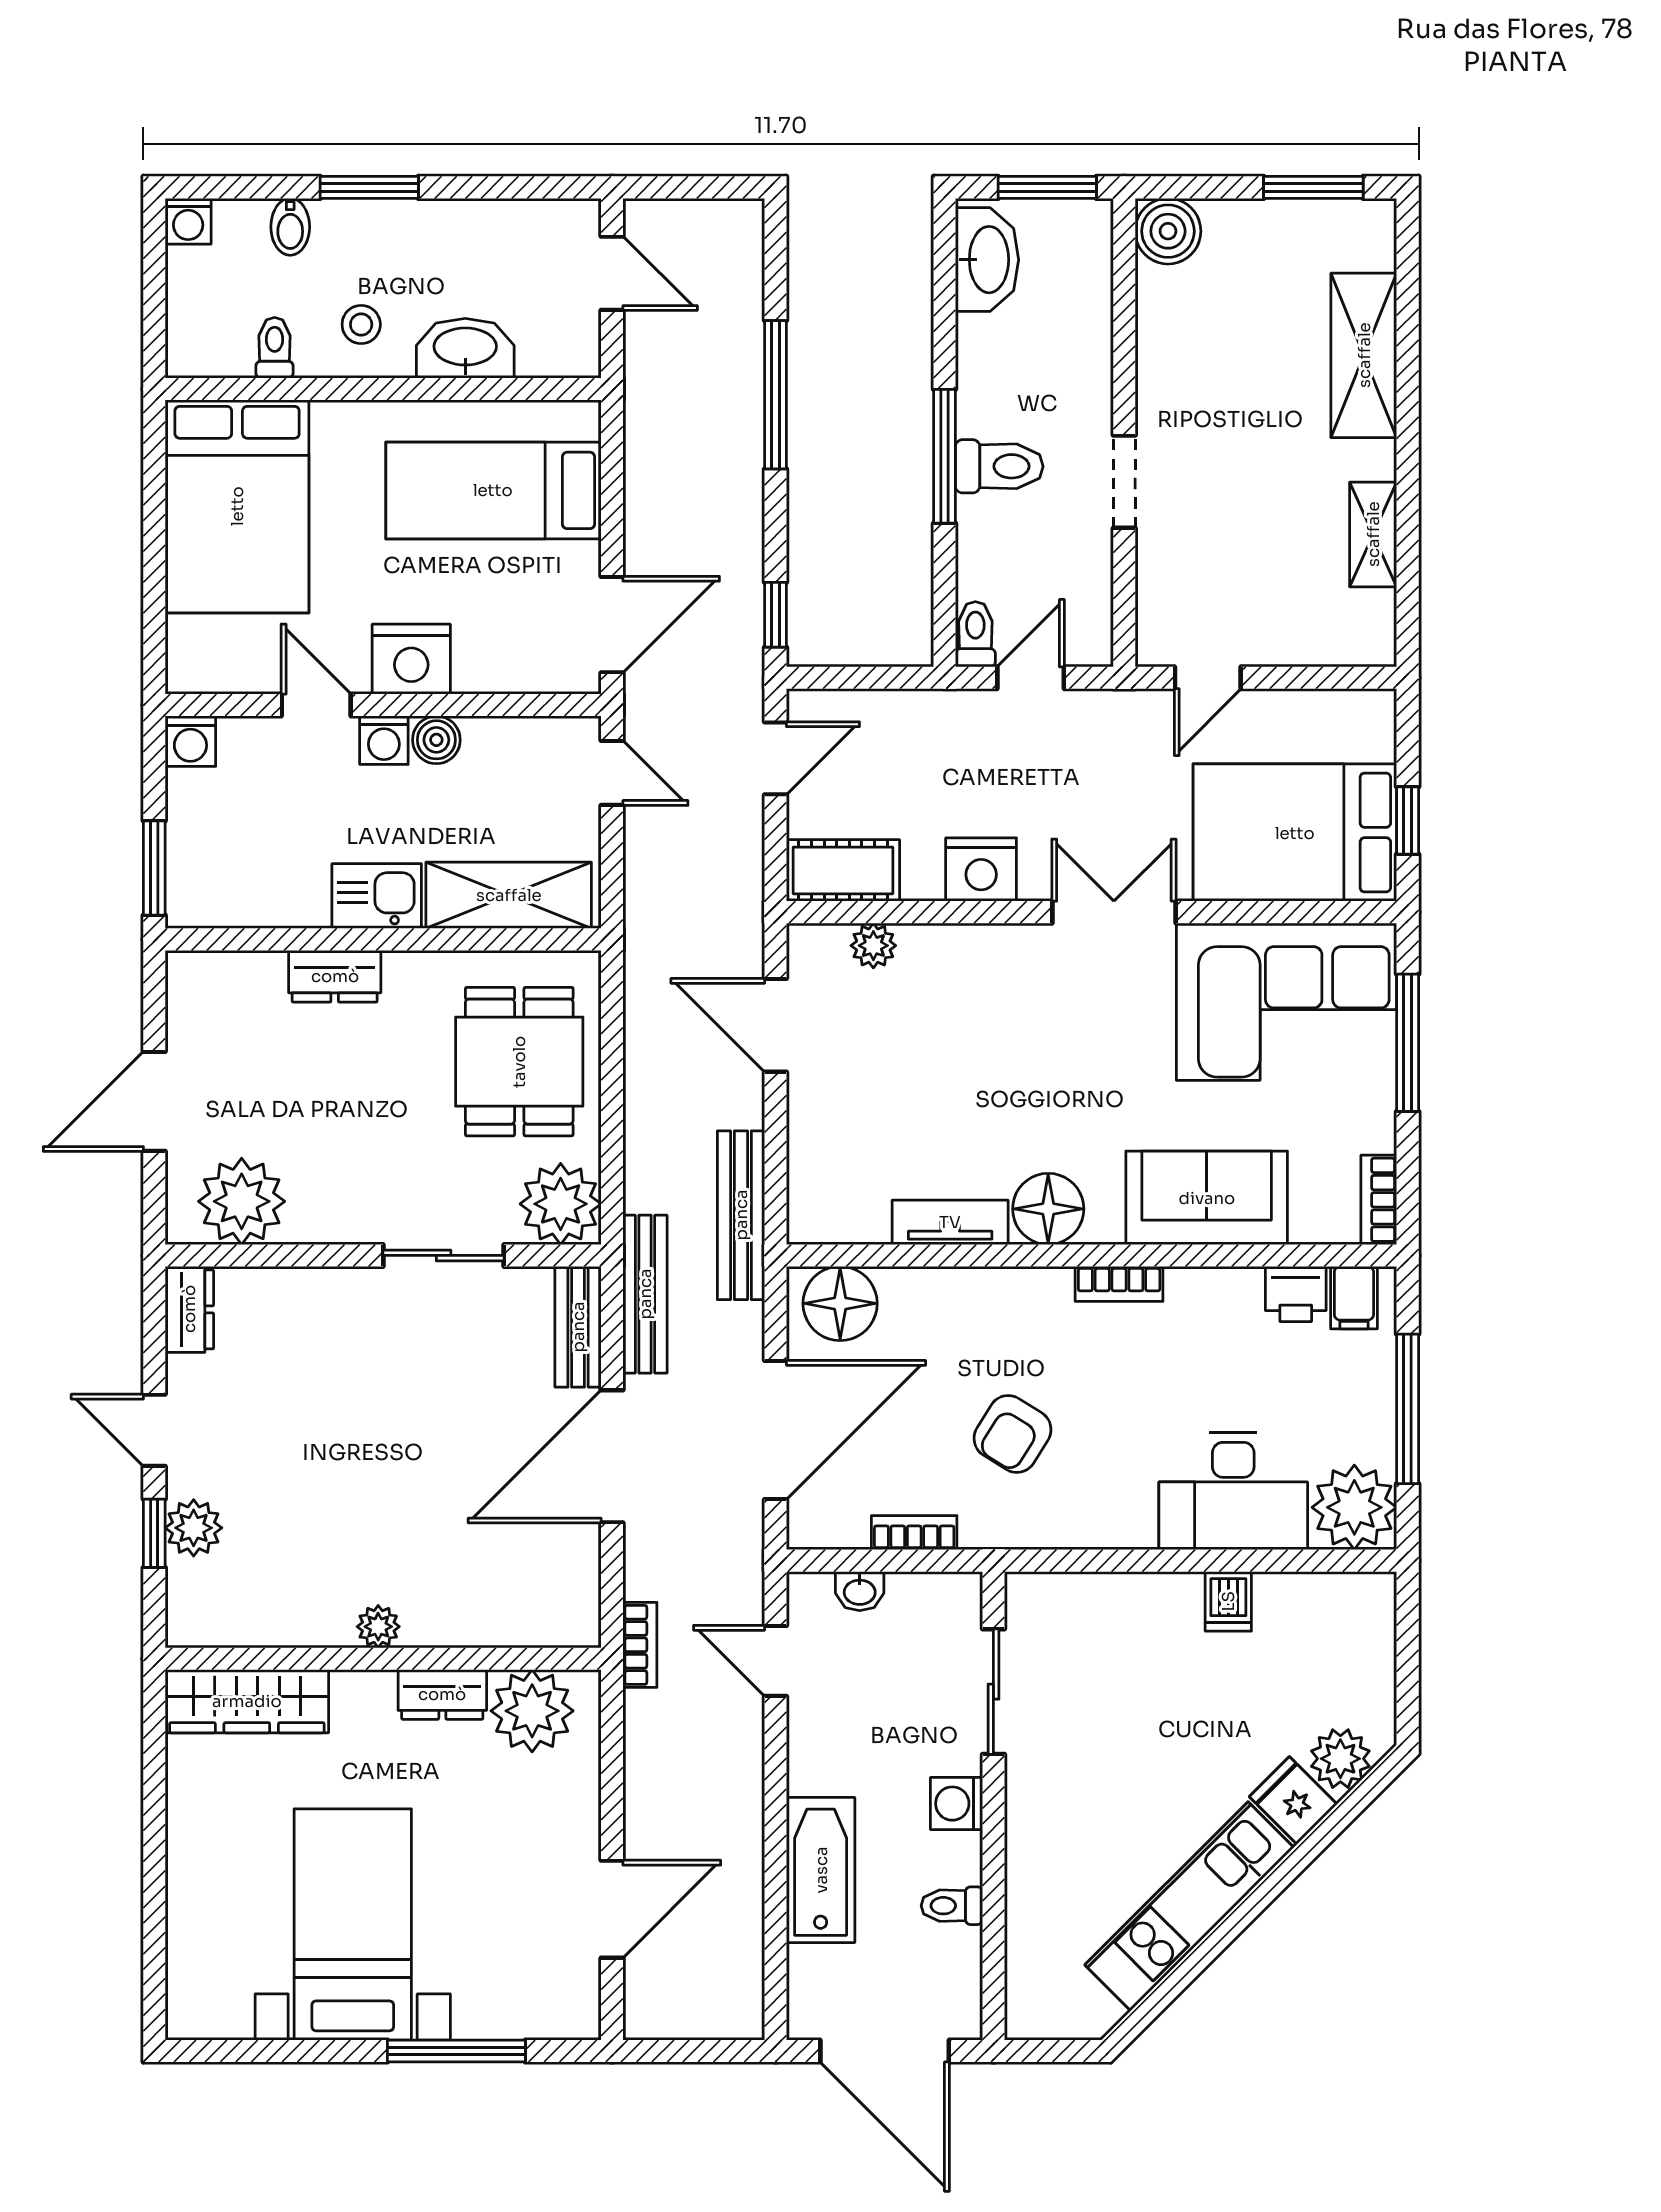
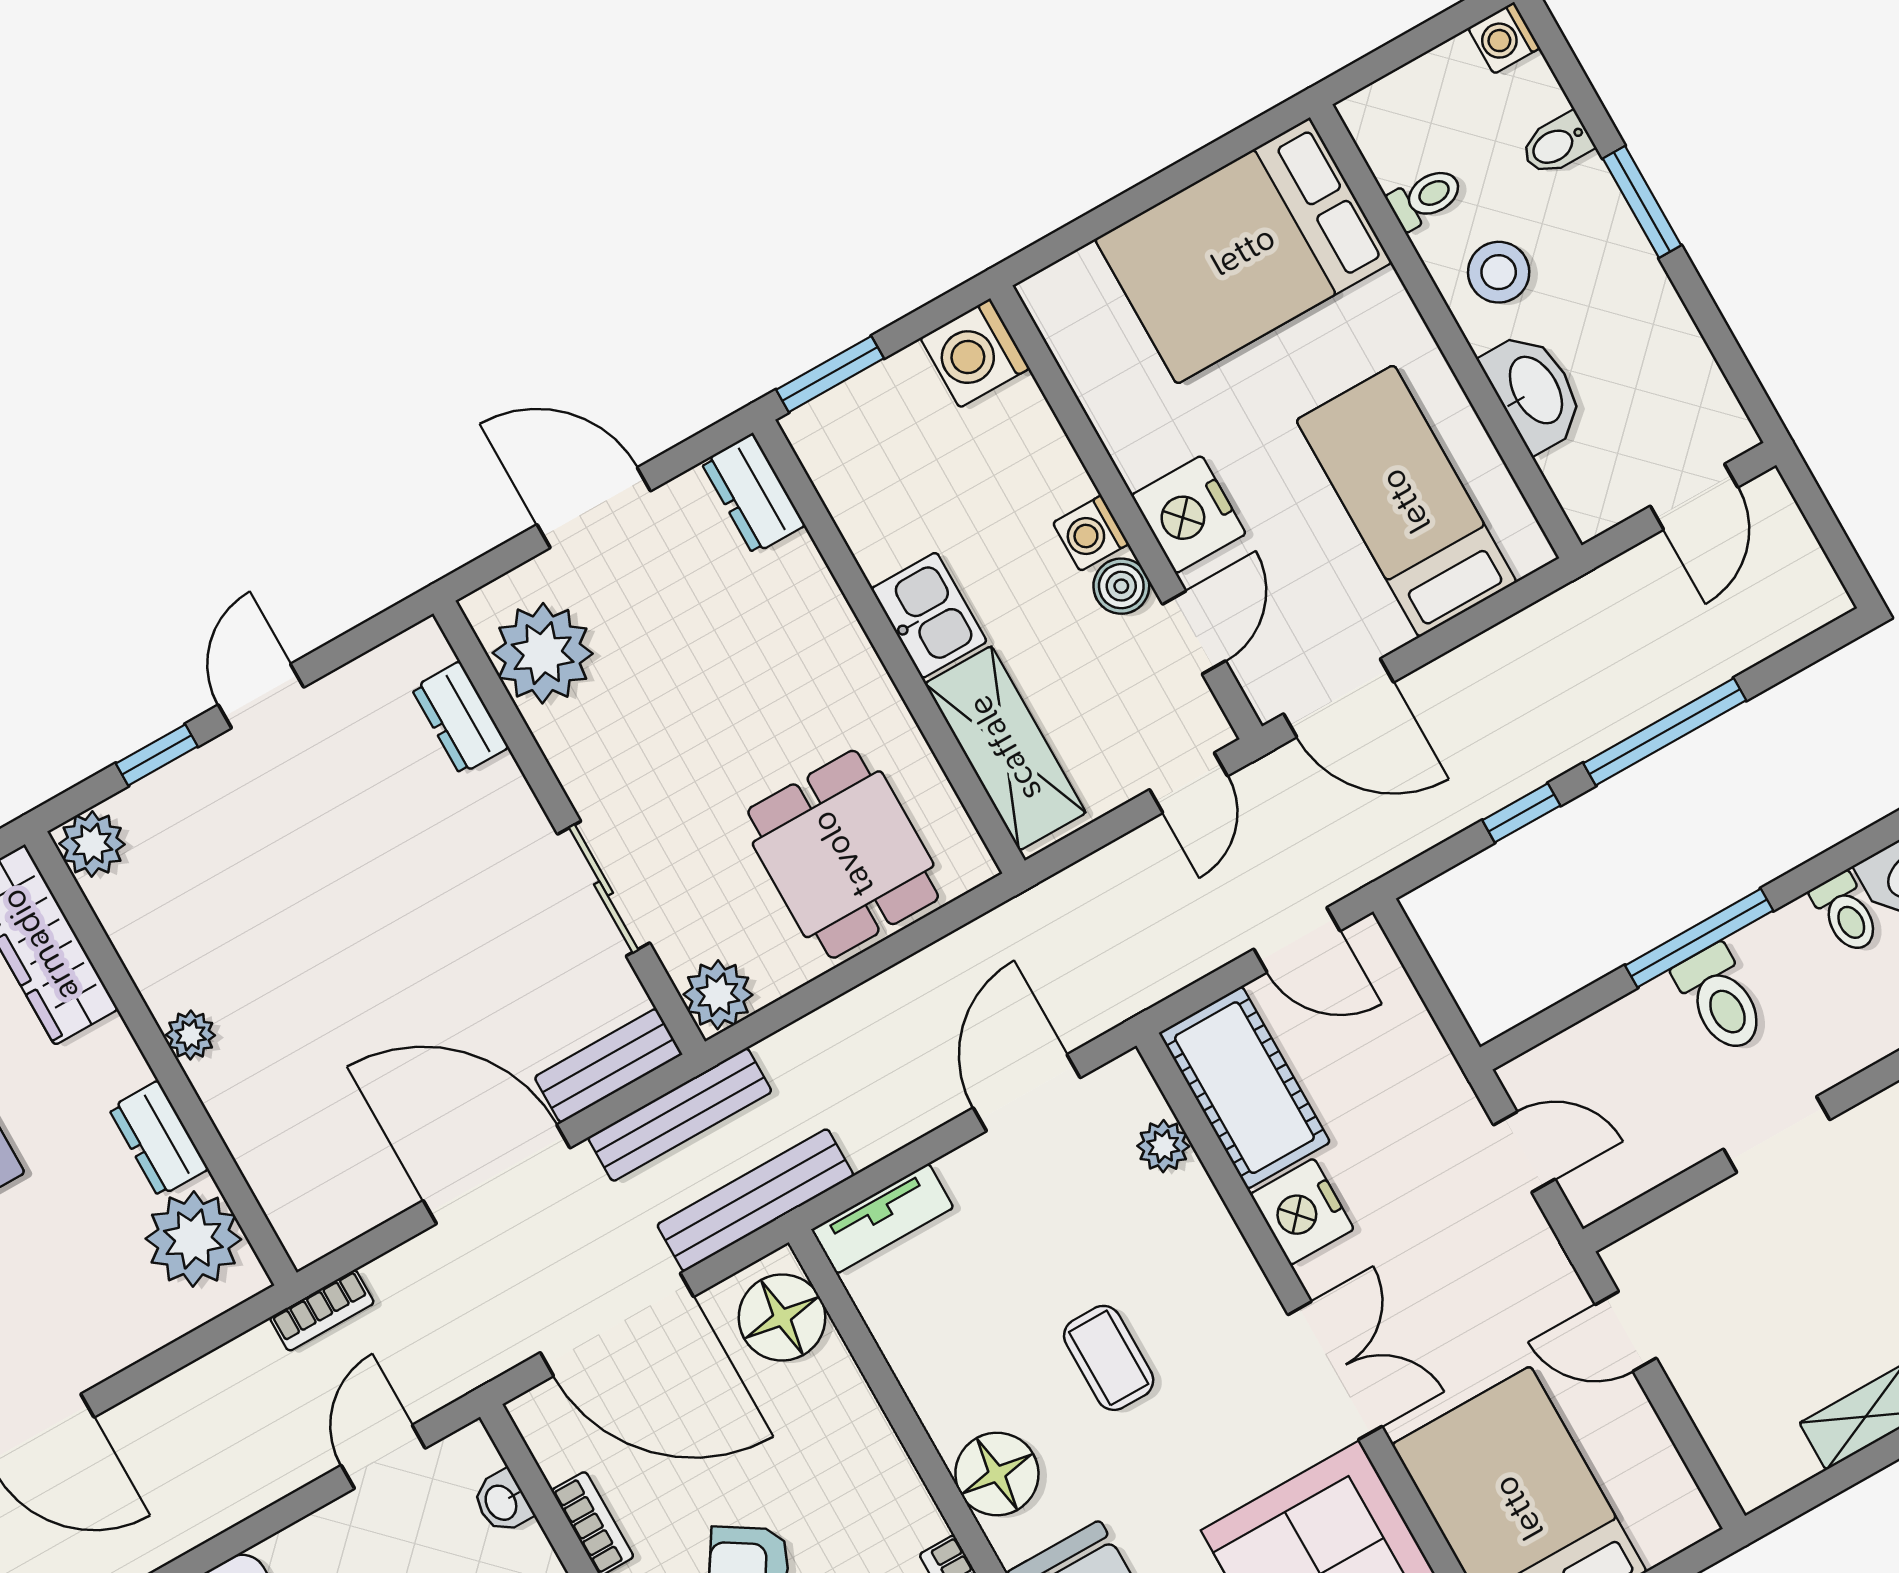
stool: (361, 324) -> (1499, 272), width x1.37, depth x1.37
window: (775, 615) -> (1521, 813), moved
toilet: (975, 634) -> (1846, 913), moved, turned 90
door: (316, 705) -> (1194, 632), moved
washing machine: (190, 741) -> (975, 353), width x1.38, depth x1.38
cot: (843, 870) -> (1244, 1088), width x1.37, depth x1.34
dresser: (335, 976) -> (753, 494), moved
dining table: (519, 1062) -> (843, 854), turned 90
coffee table: (1009, 1076) -> (1109, 1358), added
plant: (561, 1204) -> (718, 995), width x0.73, depth x0.73
bench: (741, 1215) -> (755, 1200), moved
tv unit: (950, 1222) -> (882, 1219), moved, turned 90
dresser: (189, 1309) -> (460, 718), moved, turned 90
plant: (194, 1528) -> (92, 844), moved

